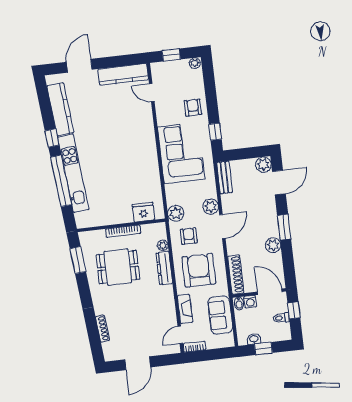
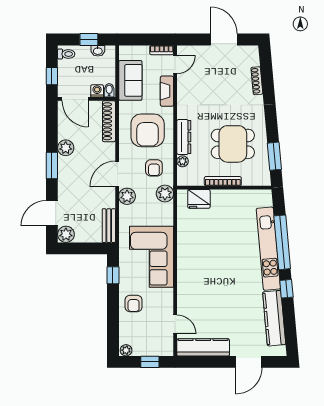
toilet: (281, 318) -> (66, 54), moved
door: (138, 363) -> (224, 40), hinge flipped

